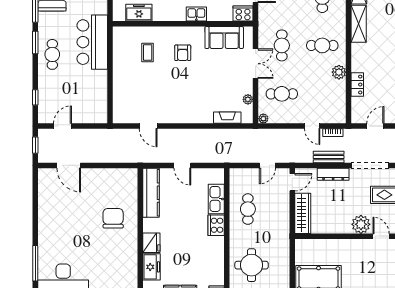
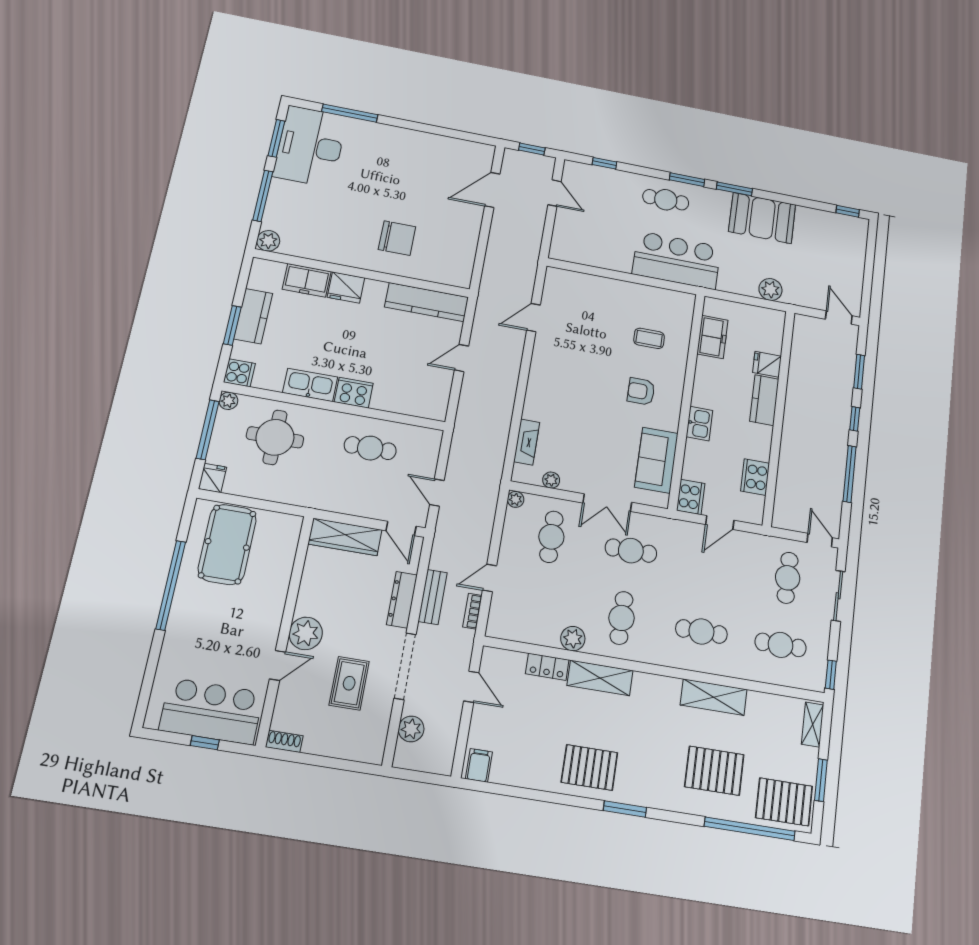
shelving: (359, 24) -> (600, 678), moved
kitchen sink: (216, 199) -> (310, 385), moved

